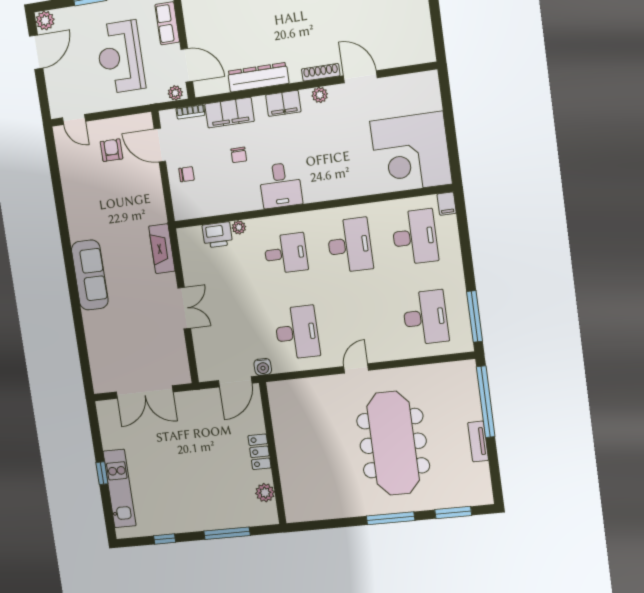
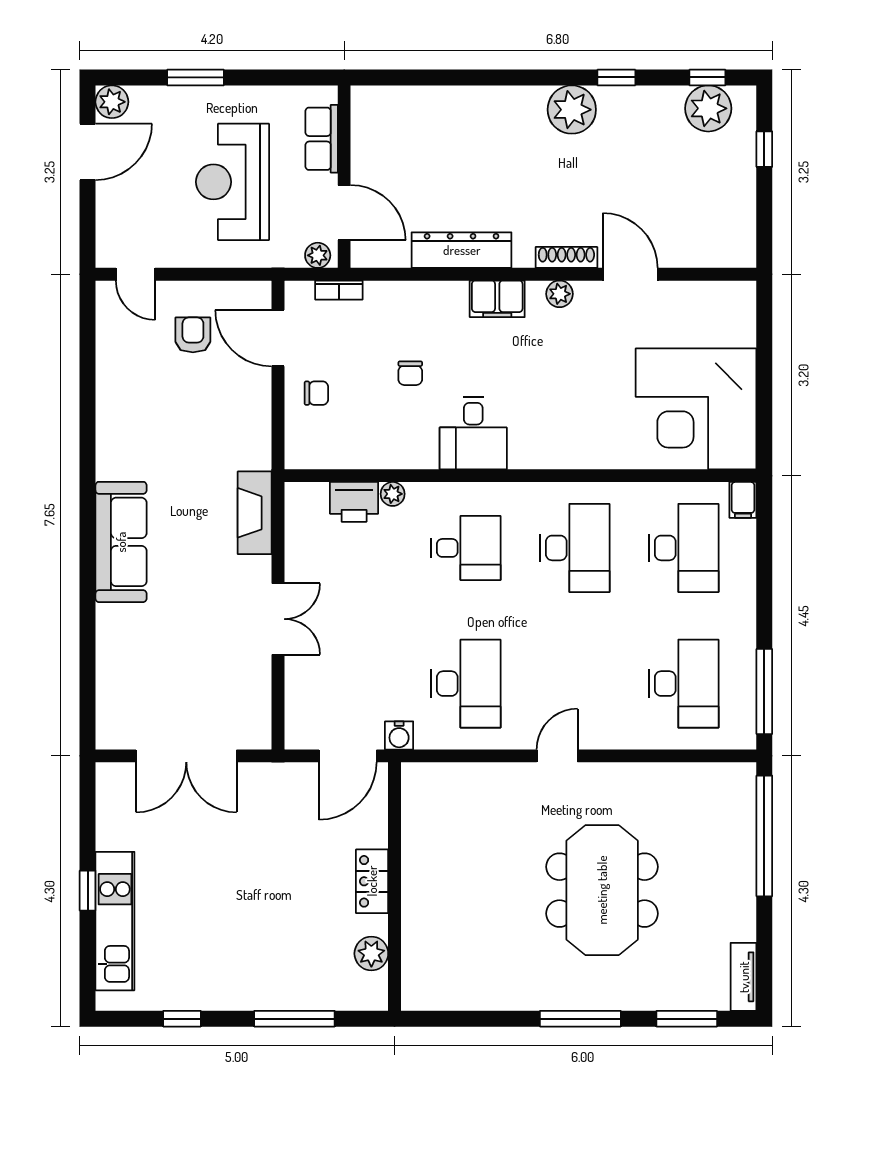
filing cabinet: (230, 113) -> (405, 301), removed
tv unit: (478, 441) -> (744, 977), moved
meeting table: (393, 443) -> (602, 890), width x0.73

